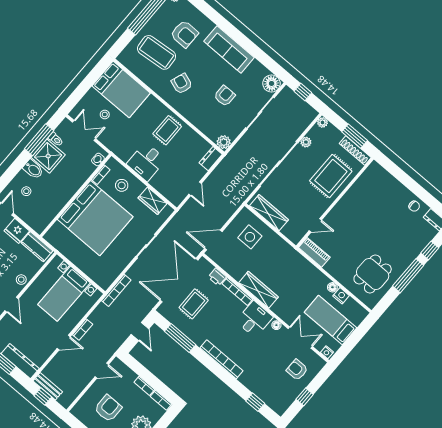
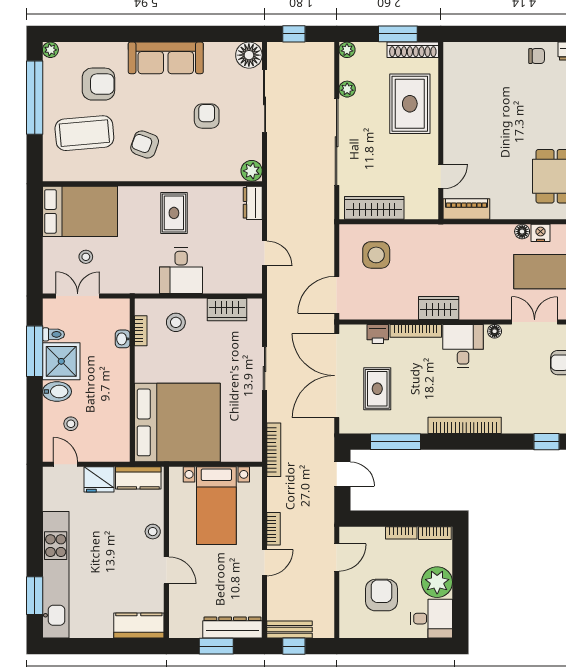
washbasin: (98, 160) -> (123, 339), moved
bed: (95, 218) -> (177, 422), moved
wardrobe: (258, 290) -> (439, 308), width x0.67

